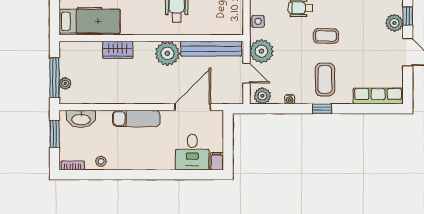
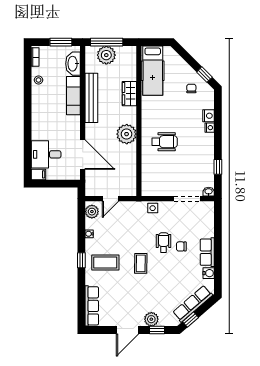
bench: (211, 49) -> (91, 98), moved
plant: (261, 51) -> (128, 211), removed
plant: (65, 83) -> (106, 55), width x1.88, depth x1.88
exam couch: (136, 119) -> (73, 96), moved

